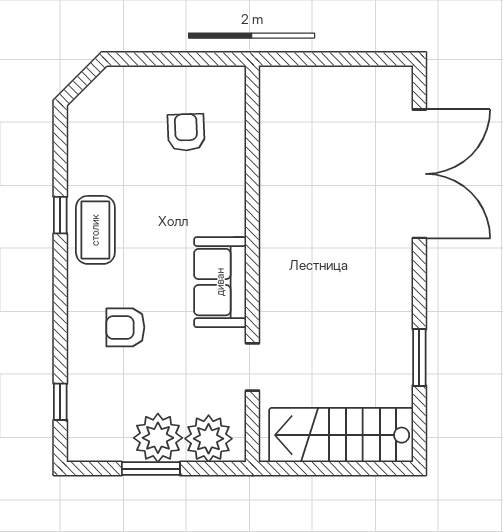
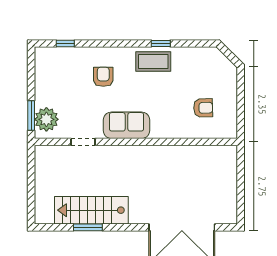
stairs: (341, 435) -> (91, 210), moved, turned -90
plant: (158, 438) -> (47, 93), removed
window: (151, 469) -> (31, 116), moved

